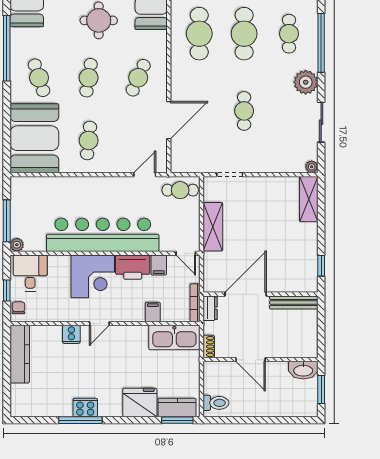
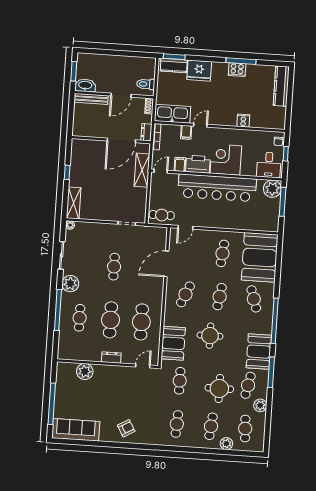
shelving: (213, 227) -> (142, 170), moved
plant: (17, 245) -> (272, 189), width x1.87, depth x1.87
door: (186, 253) -> (161, 171), hinge flipped
window: (321, 266) -> (67, 172), moved
bench: (294, 302) -> (91, 99), moved
door: (99, 324) -> (200, 125), moved
kitchen counter: (20, 354) -> (281, 86), moved
door: (250, 360) -> (121, 95), swing flipped
toilet: (216, 403) -> (146, 84), moved

